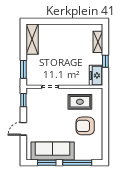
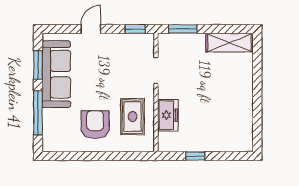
shelving: (98, 42) -> (225, 144), removed
freezer: (96, 75) -> (168, 115), moved, turned 90
door: (23, 129) -> (91, 29), hinge flipped

